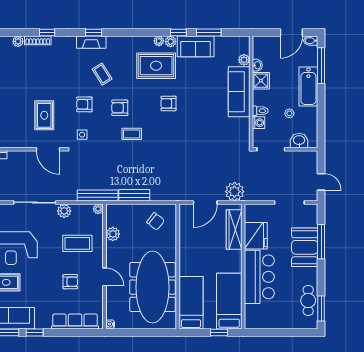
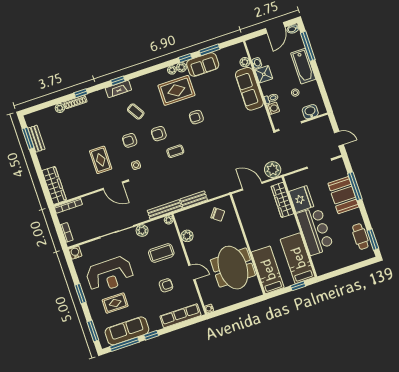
door: (205, 202) -> (252, 186), swing flipped
meeting table: (153, 287) -> (233, 268), width x0.73

